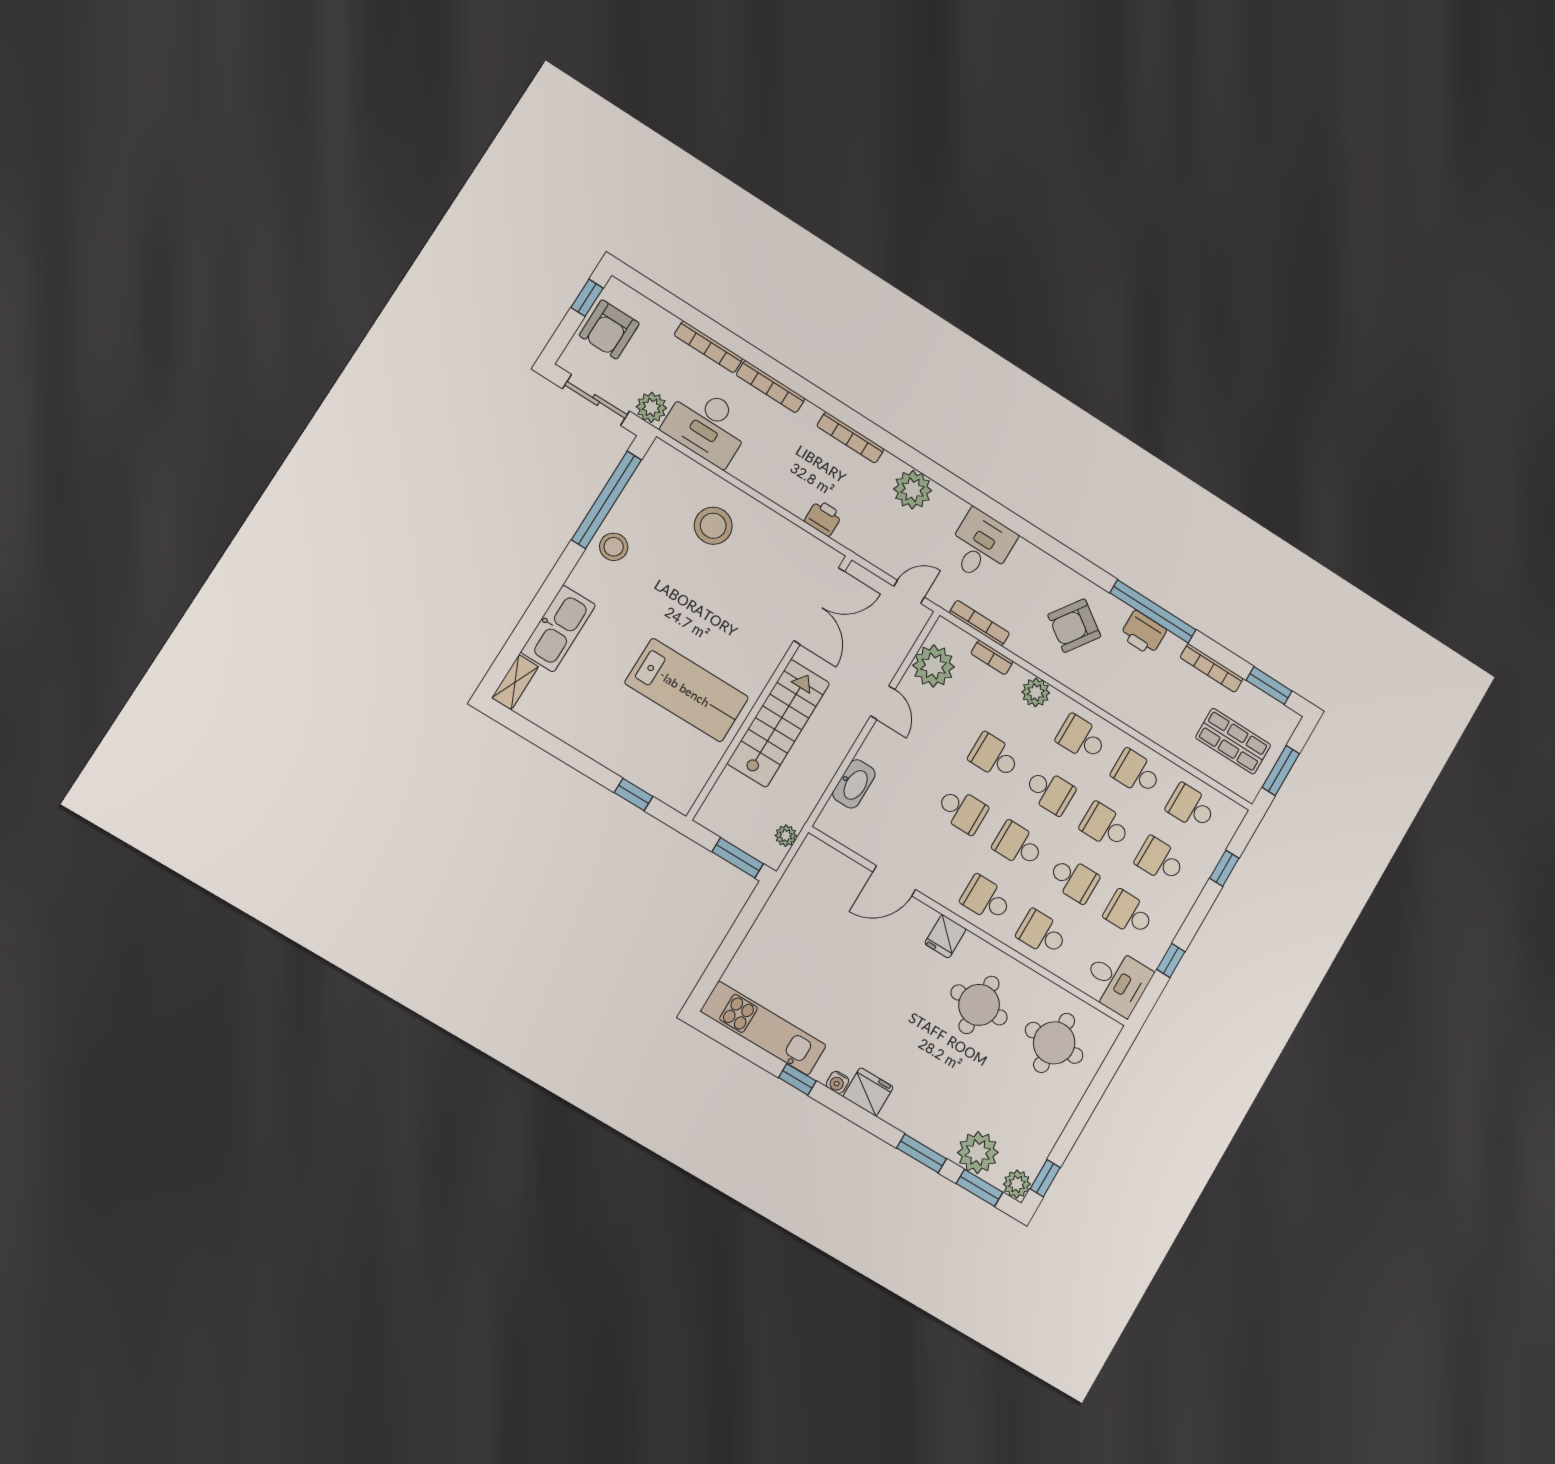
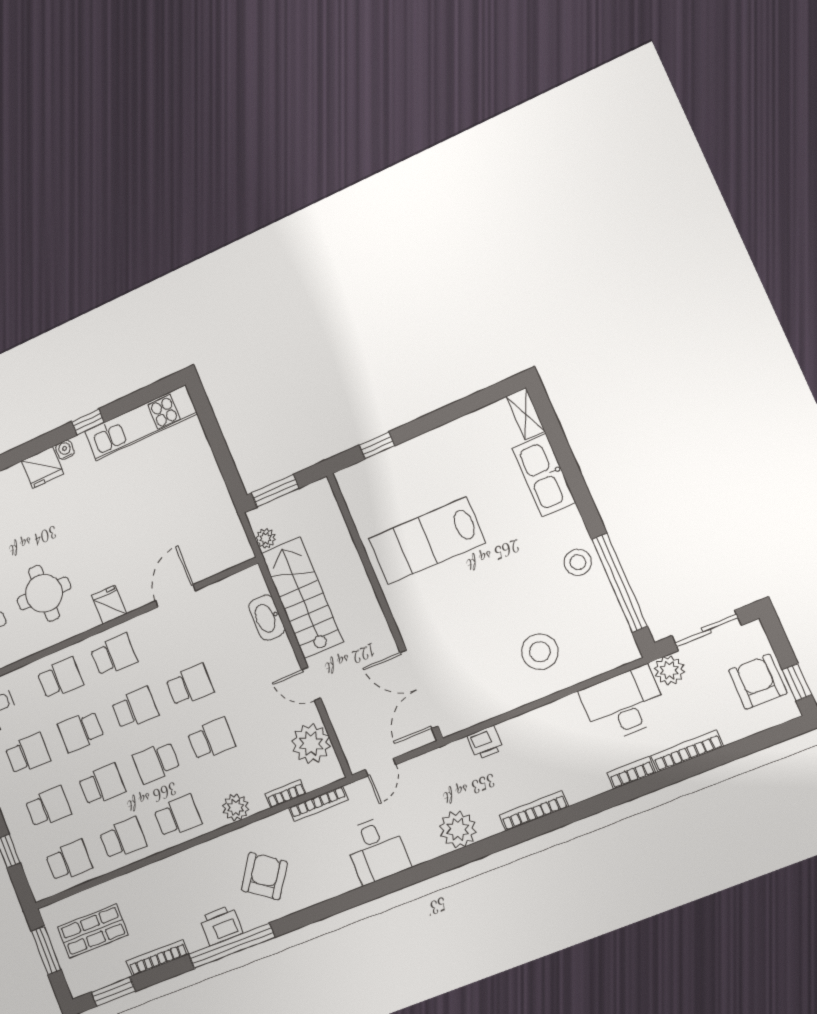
bookcase: (771, 387) -> (631, 773), width x0.64
stairs: (778, 723) -> (302, 597), moved, turned 180
school desk: (962, 810) -> (190, 685), turned 180

